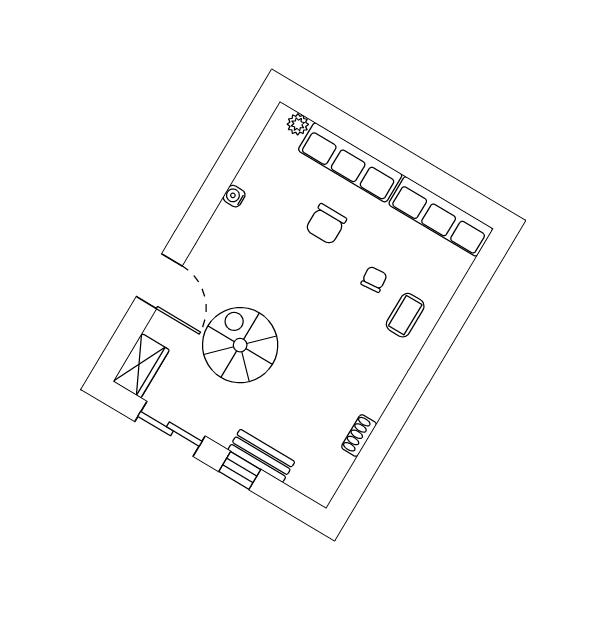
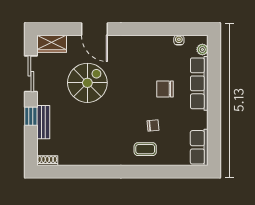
water cooler: (234, 196) -> (179, 40), moved
row of seats: (441, 216) -> (199, 147), width x0.68
door: (159, 281) -> (94, 29), hinge flipped
shoe rack: (359, 436) -> (47, 161), moved

